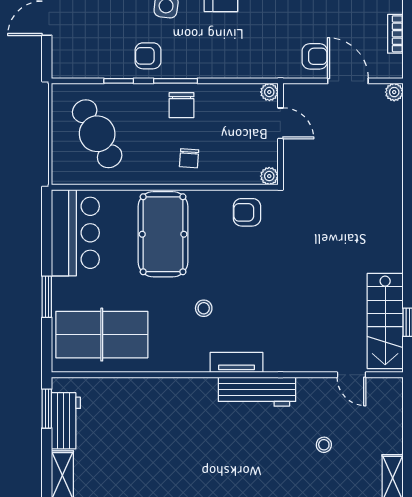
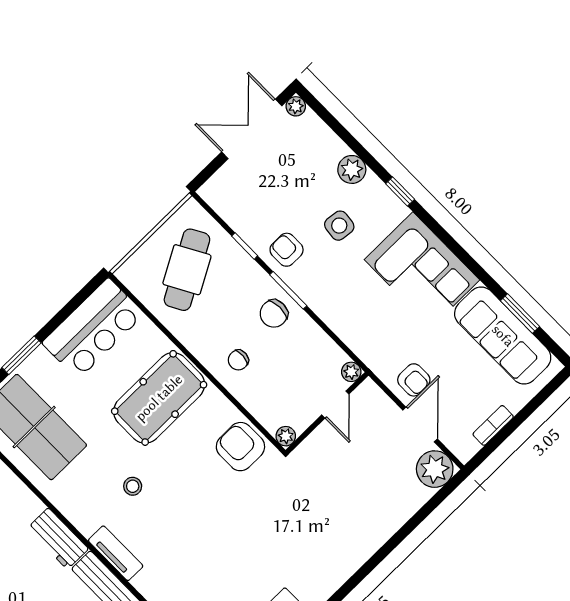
plant: (394, 92) -> (435, 469), width x1.88, depth x1.88
armchair: (247, 212) -> (240, 447), width x1.38, depth x1.38
workbench: (190, 391) -> (58, 539), added

